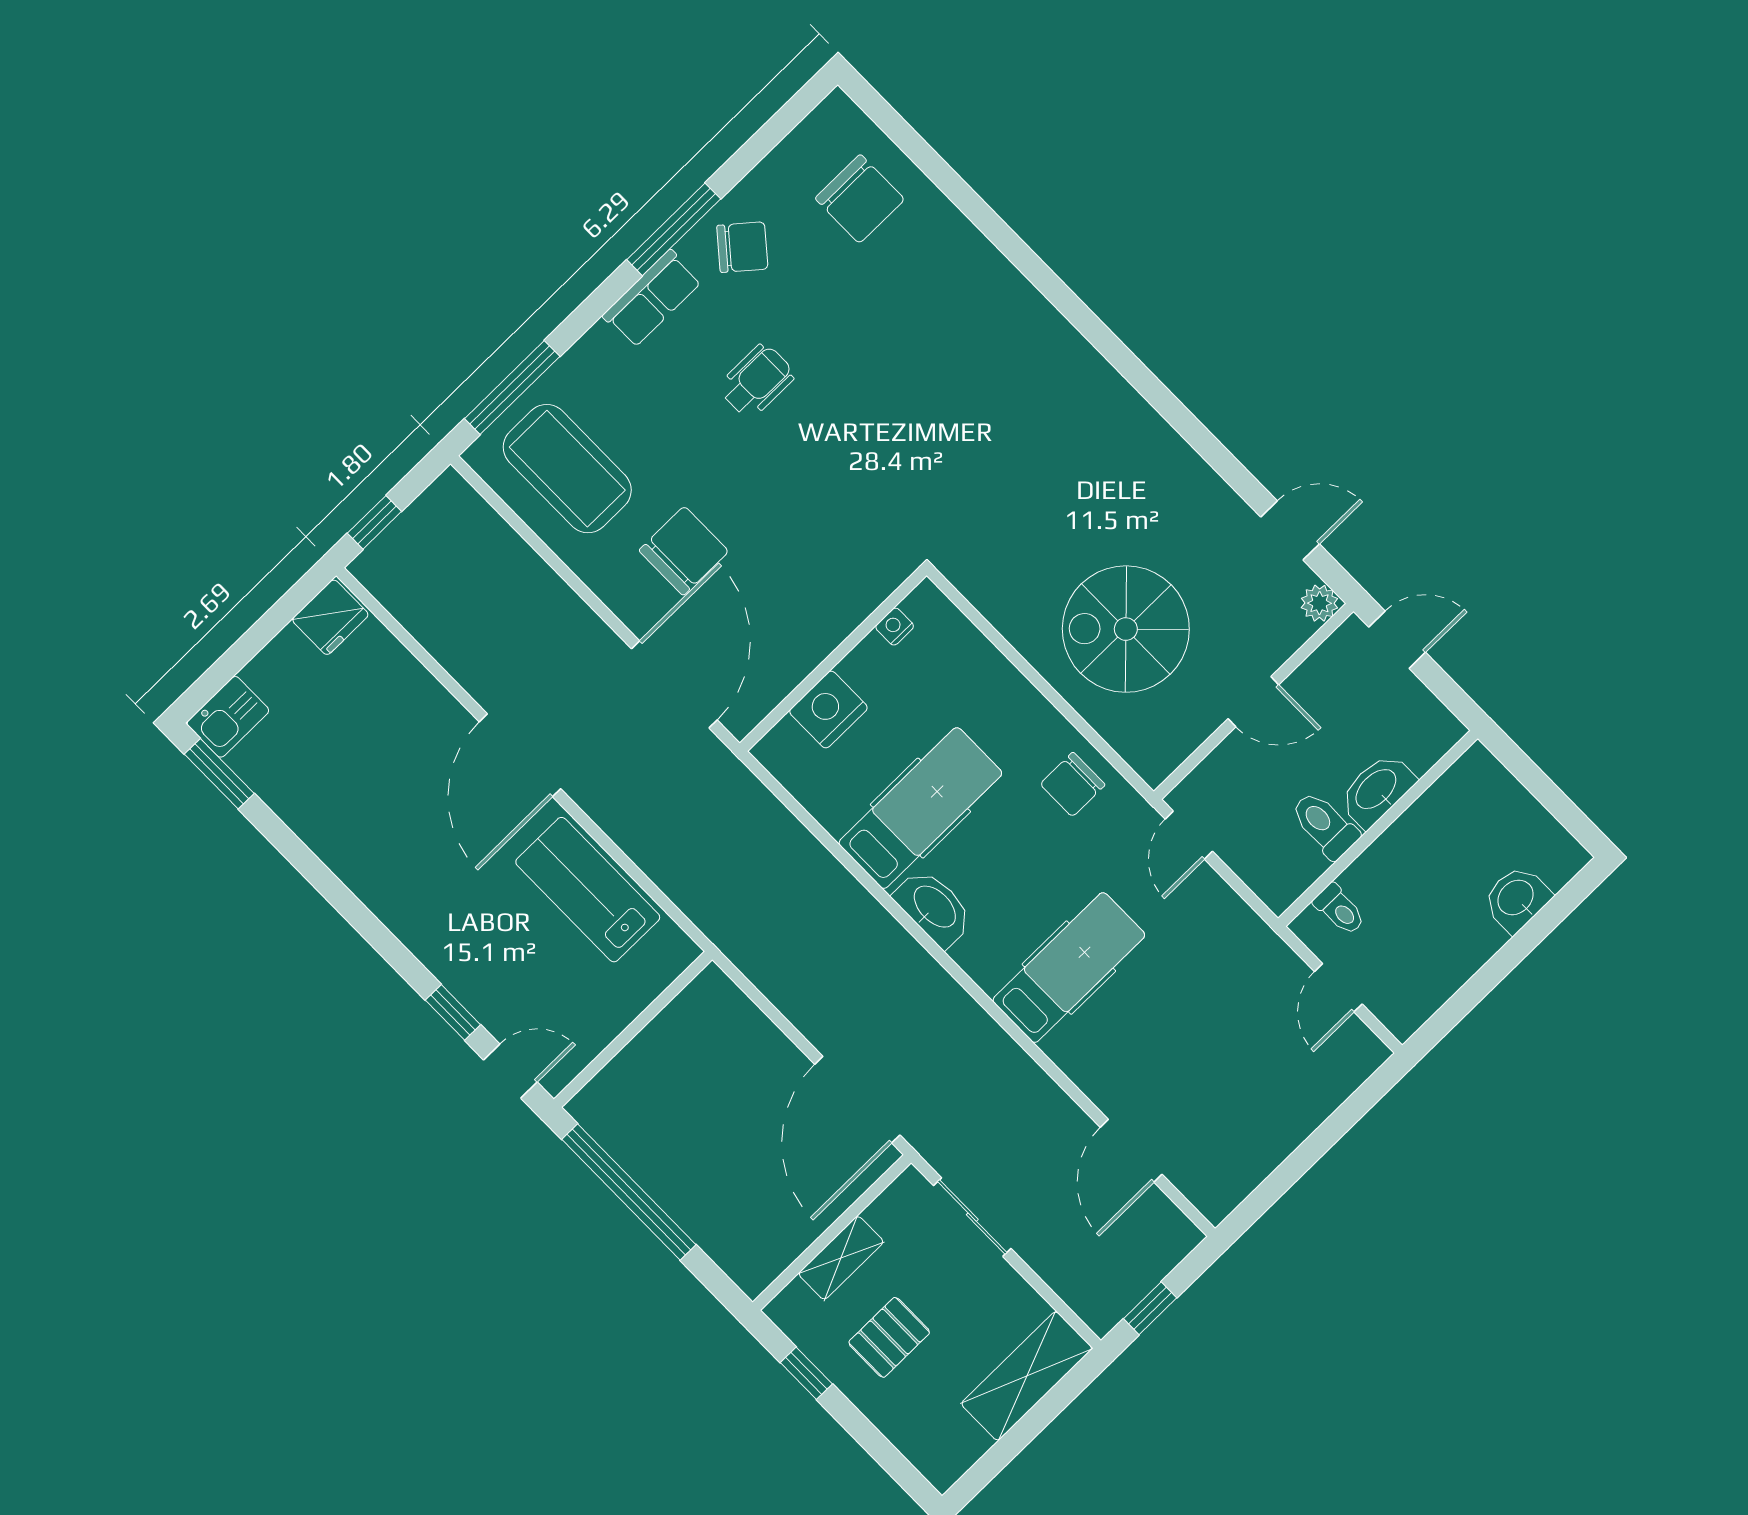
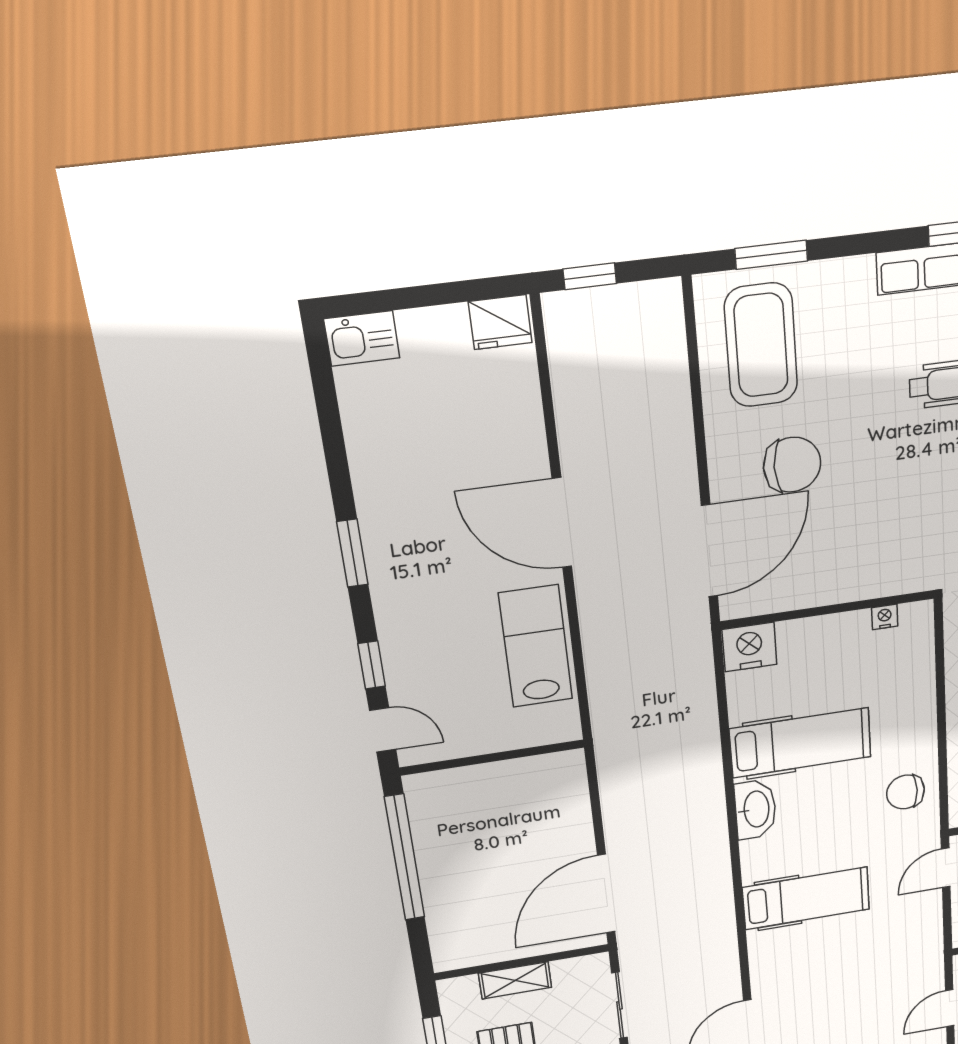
window: (512, 387) -> (771, 255), width x0.69
nightstand: (828, 710) -> (749, 647), moved
door: (520, 755) -> (562, 523), hinge flipped
window: (219, 774) -> (352, 553), moved

